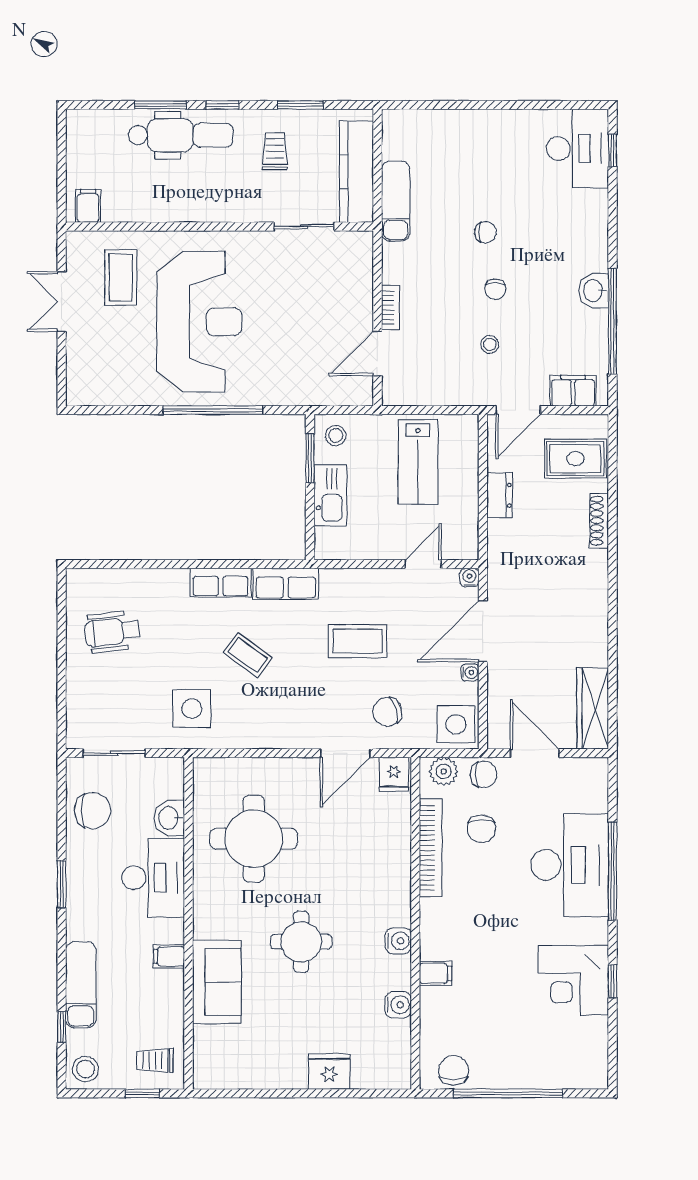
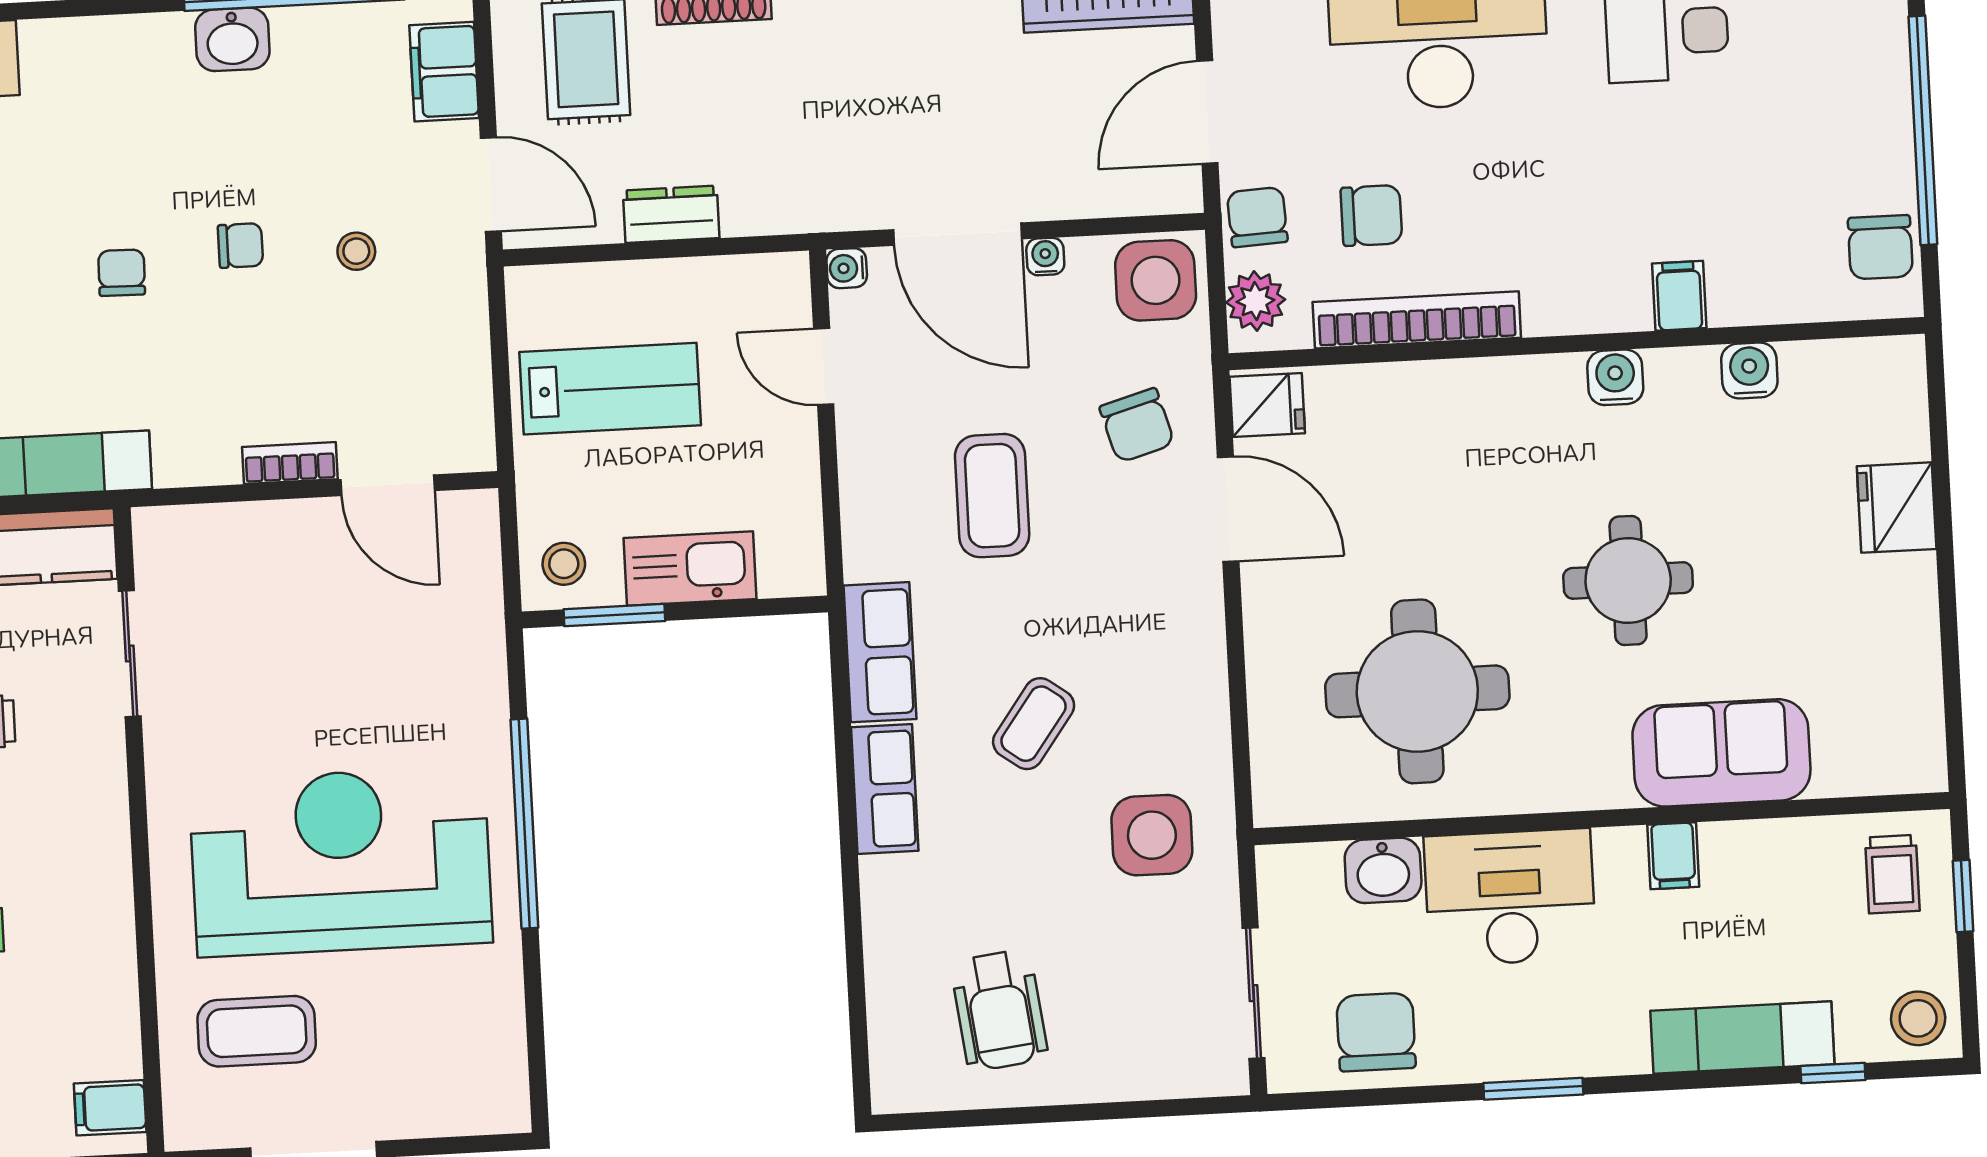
chair: (454, 1070) -> (1880, 247), turned -90

